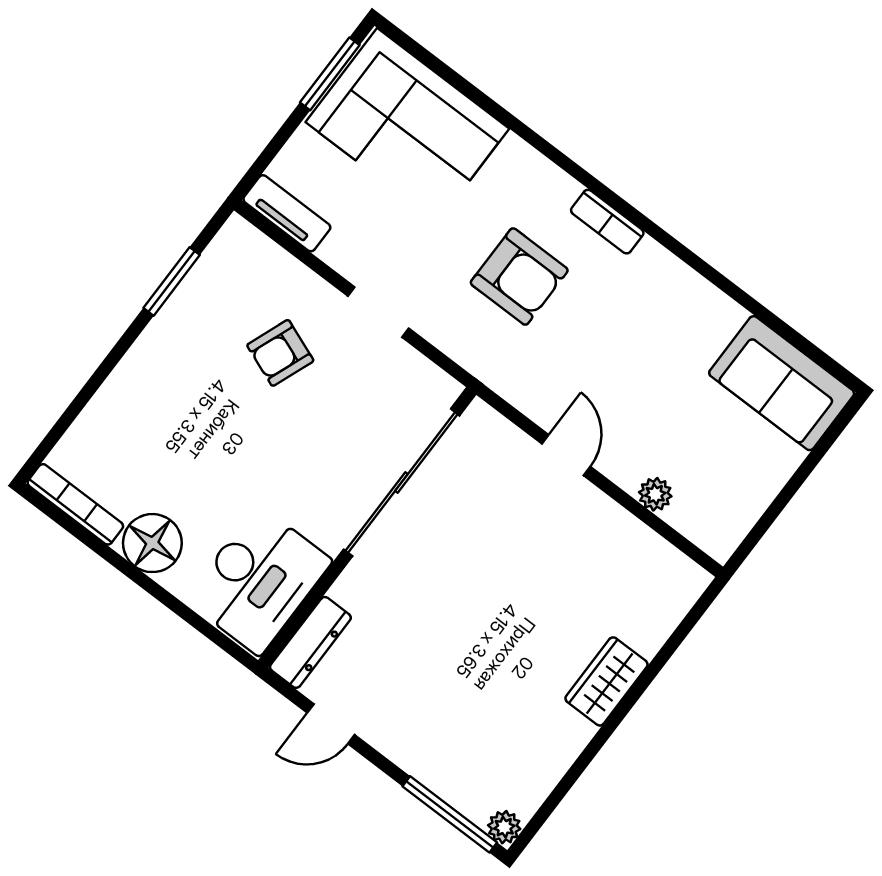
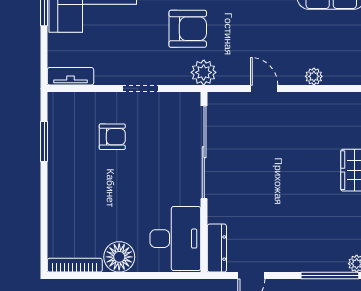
armchair: (280, 353) -> (112, 137), turned -111
plant: (493, 361) -> (204, 72), added

